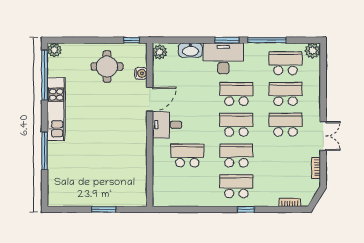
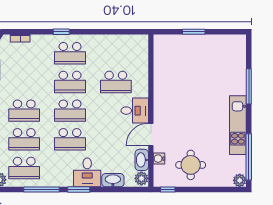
desk: (223, 59) -> (87, 172), width x0.73
washbasin: (159, 72) -> (142, 160), added

